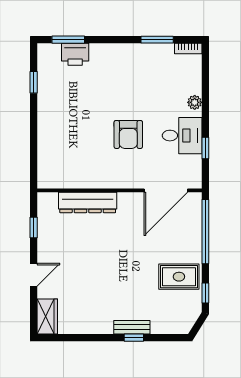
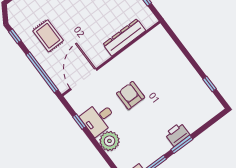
window: (68, 40) -> (182, 144), moved
printer: (75, 54) -> (177, 134), moved
plant: (195, 102) -> (109, 141), width x1.88, depth x1.88
rug: (179, 277) -> (48, 36), moved, turned 90

